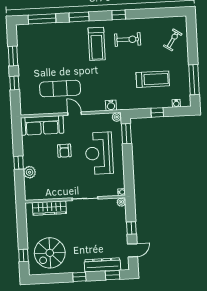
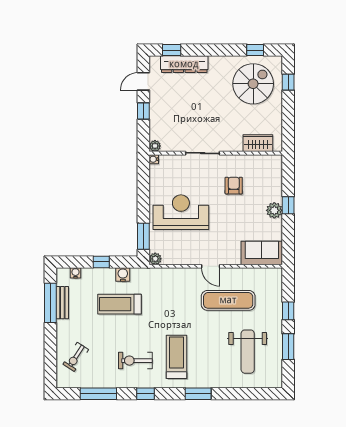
window: (42, 19) -> (98, 394), moved
weight bench: (43, 51) -> (248, 352), added
treadmill: (153, 79) -> (119, 304), moved
bench: (185, 80) -> (62, 303), added
water cooler: (111, 105) -> (123, 275), moved
sofa: (42, 125) -> (262, 253), width x0.73
armchair: (64, 151) -> (234, 186), moved
reception desk: (99, 153) -> (181, 212), turned -90
plant: (29, 172) -> (274, 210), moved
wardrobe: (49, 208) -> (258, 143), width x0.67
window: (79, 277) -> (255, 50), moved

